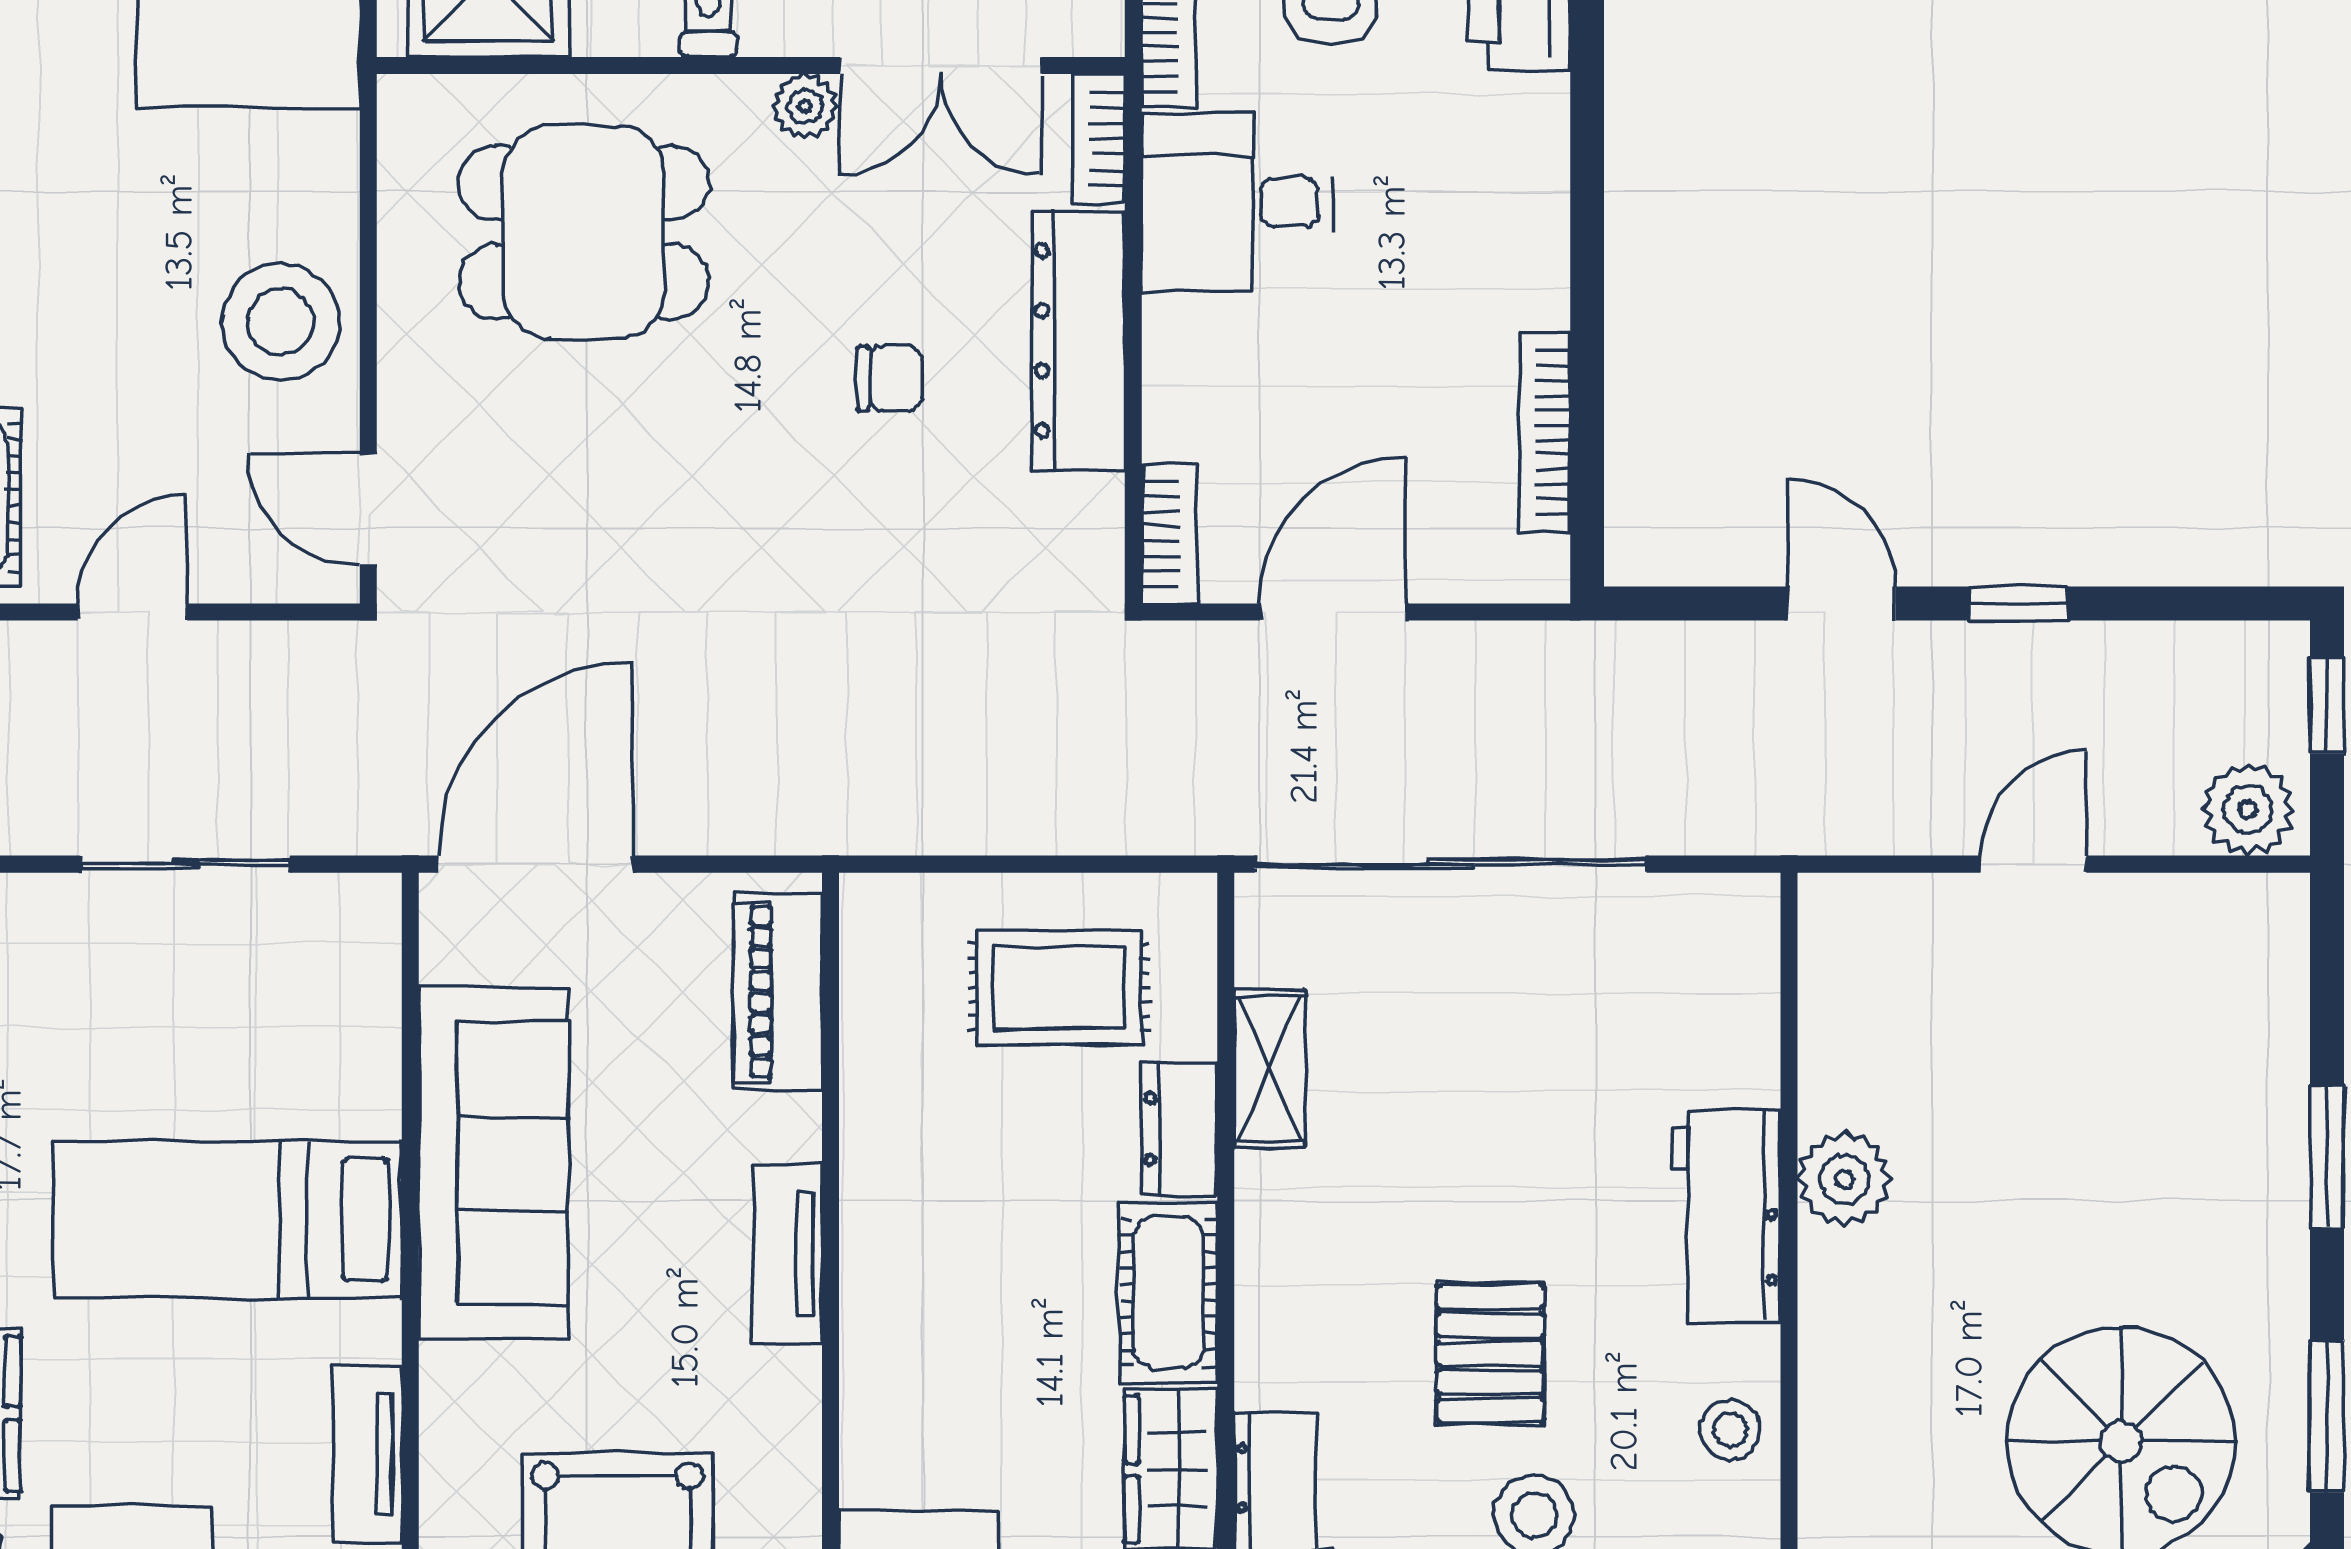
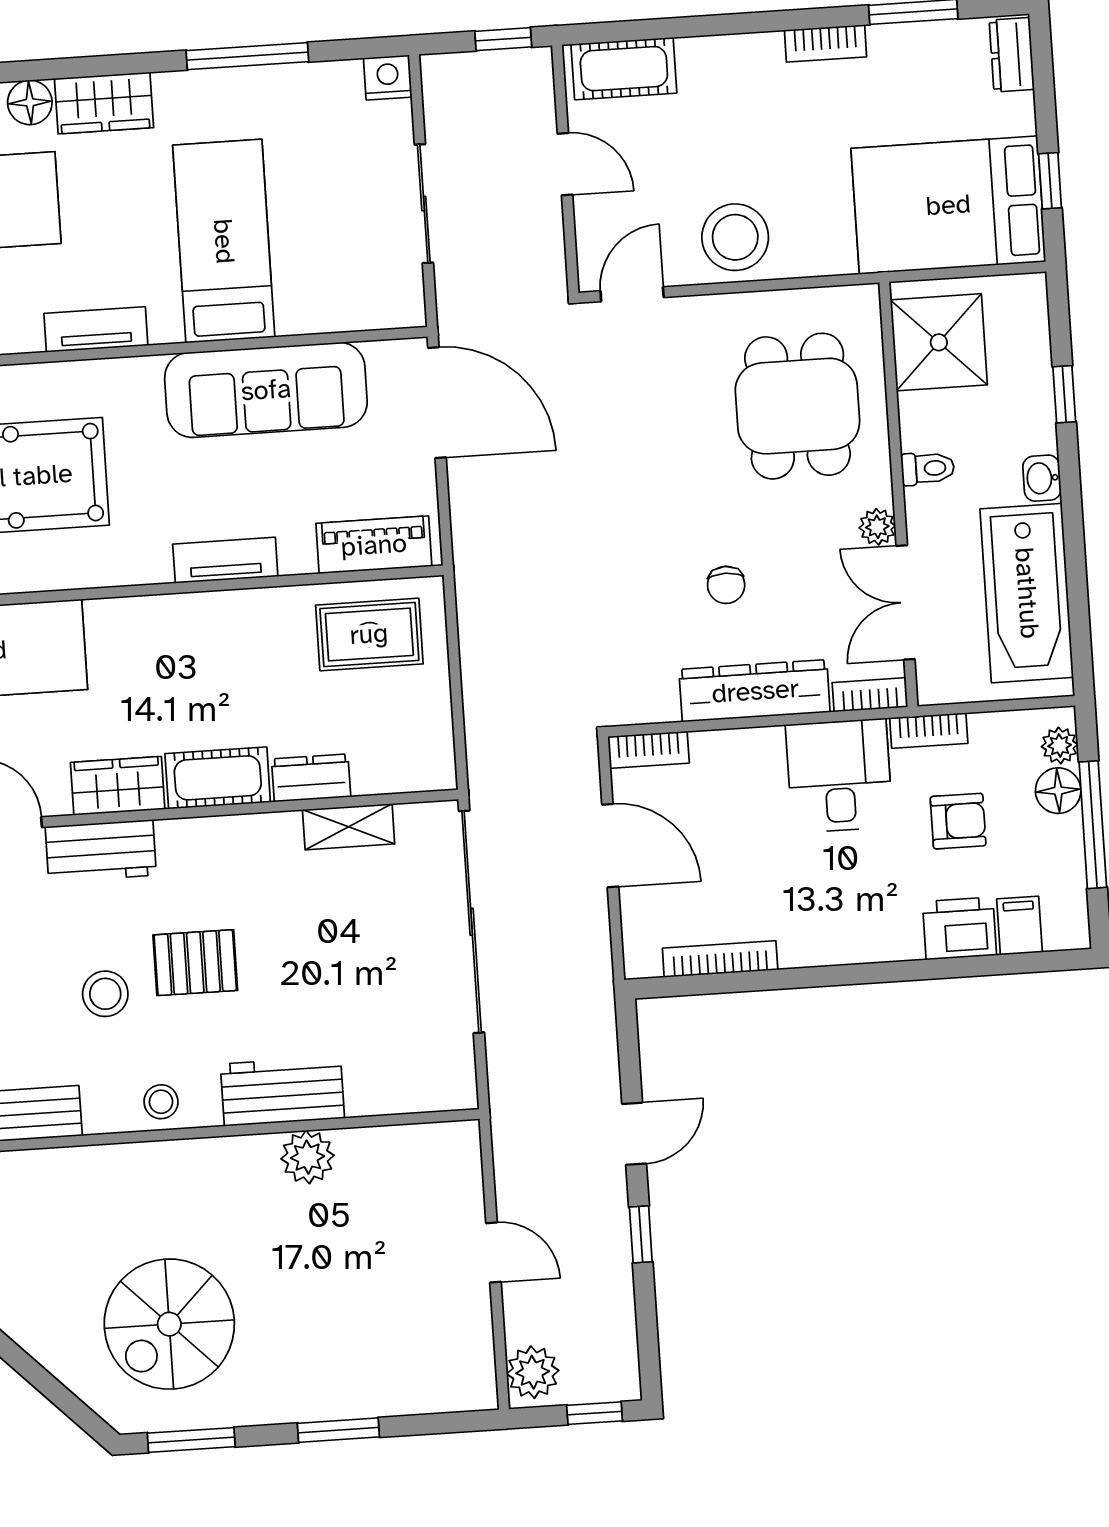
rug: (1059, 987) -> (369, 634), moved, turned 90

